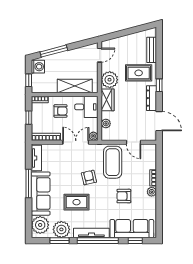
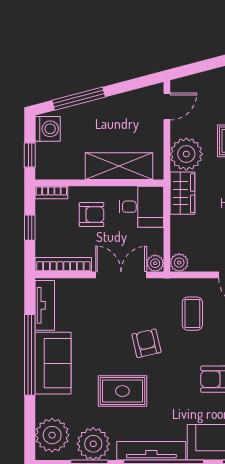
plant: (106, 124) -> (179, 263), moved
coffee table: (113, 162) -> (192, 314), width x0.54, depth x0.58
window: (29, 184) -> (30, 355), width x1.46
sofa: (41, 194) -> (53, 363), width x0.73

